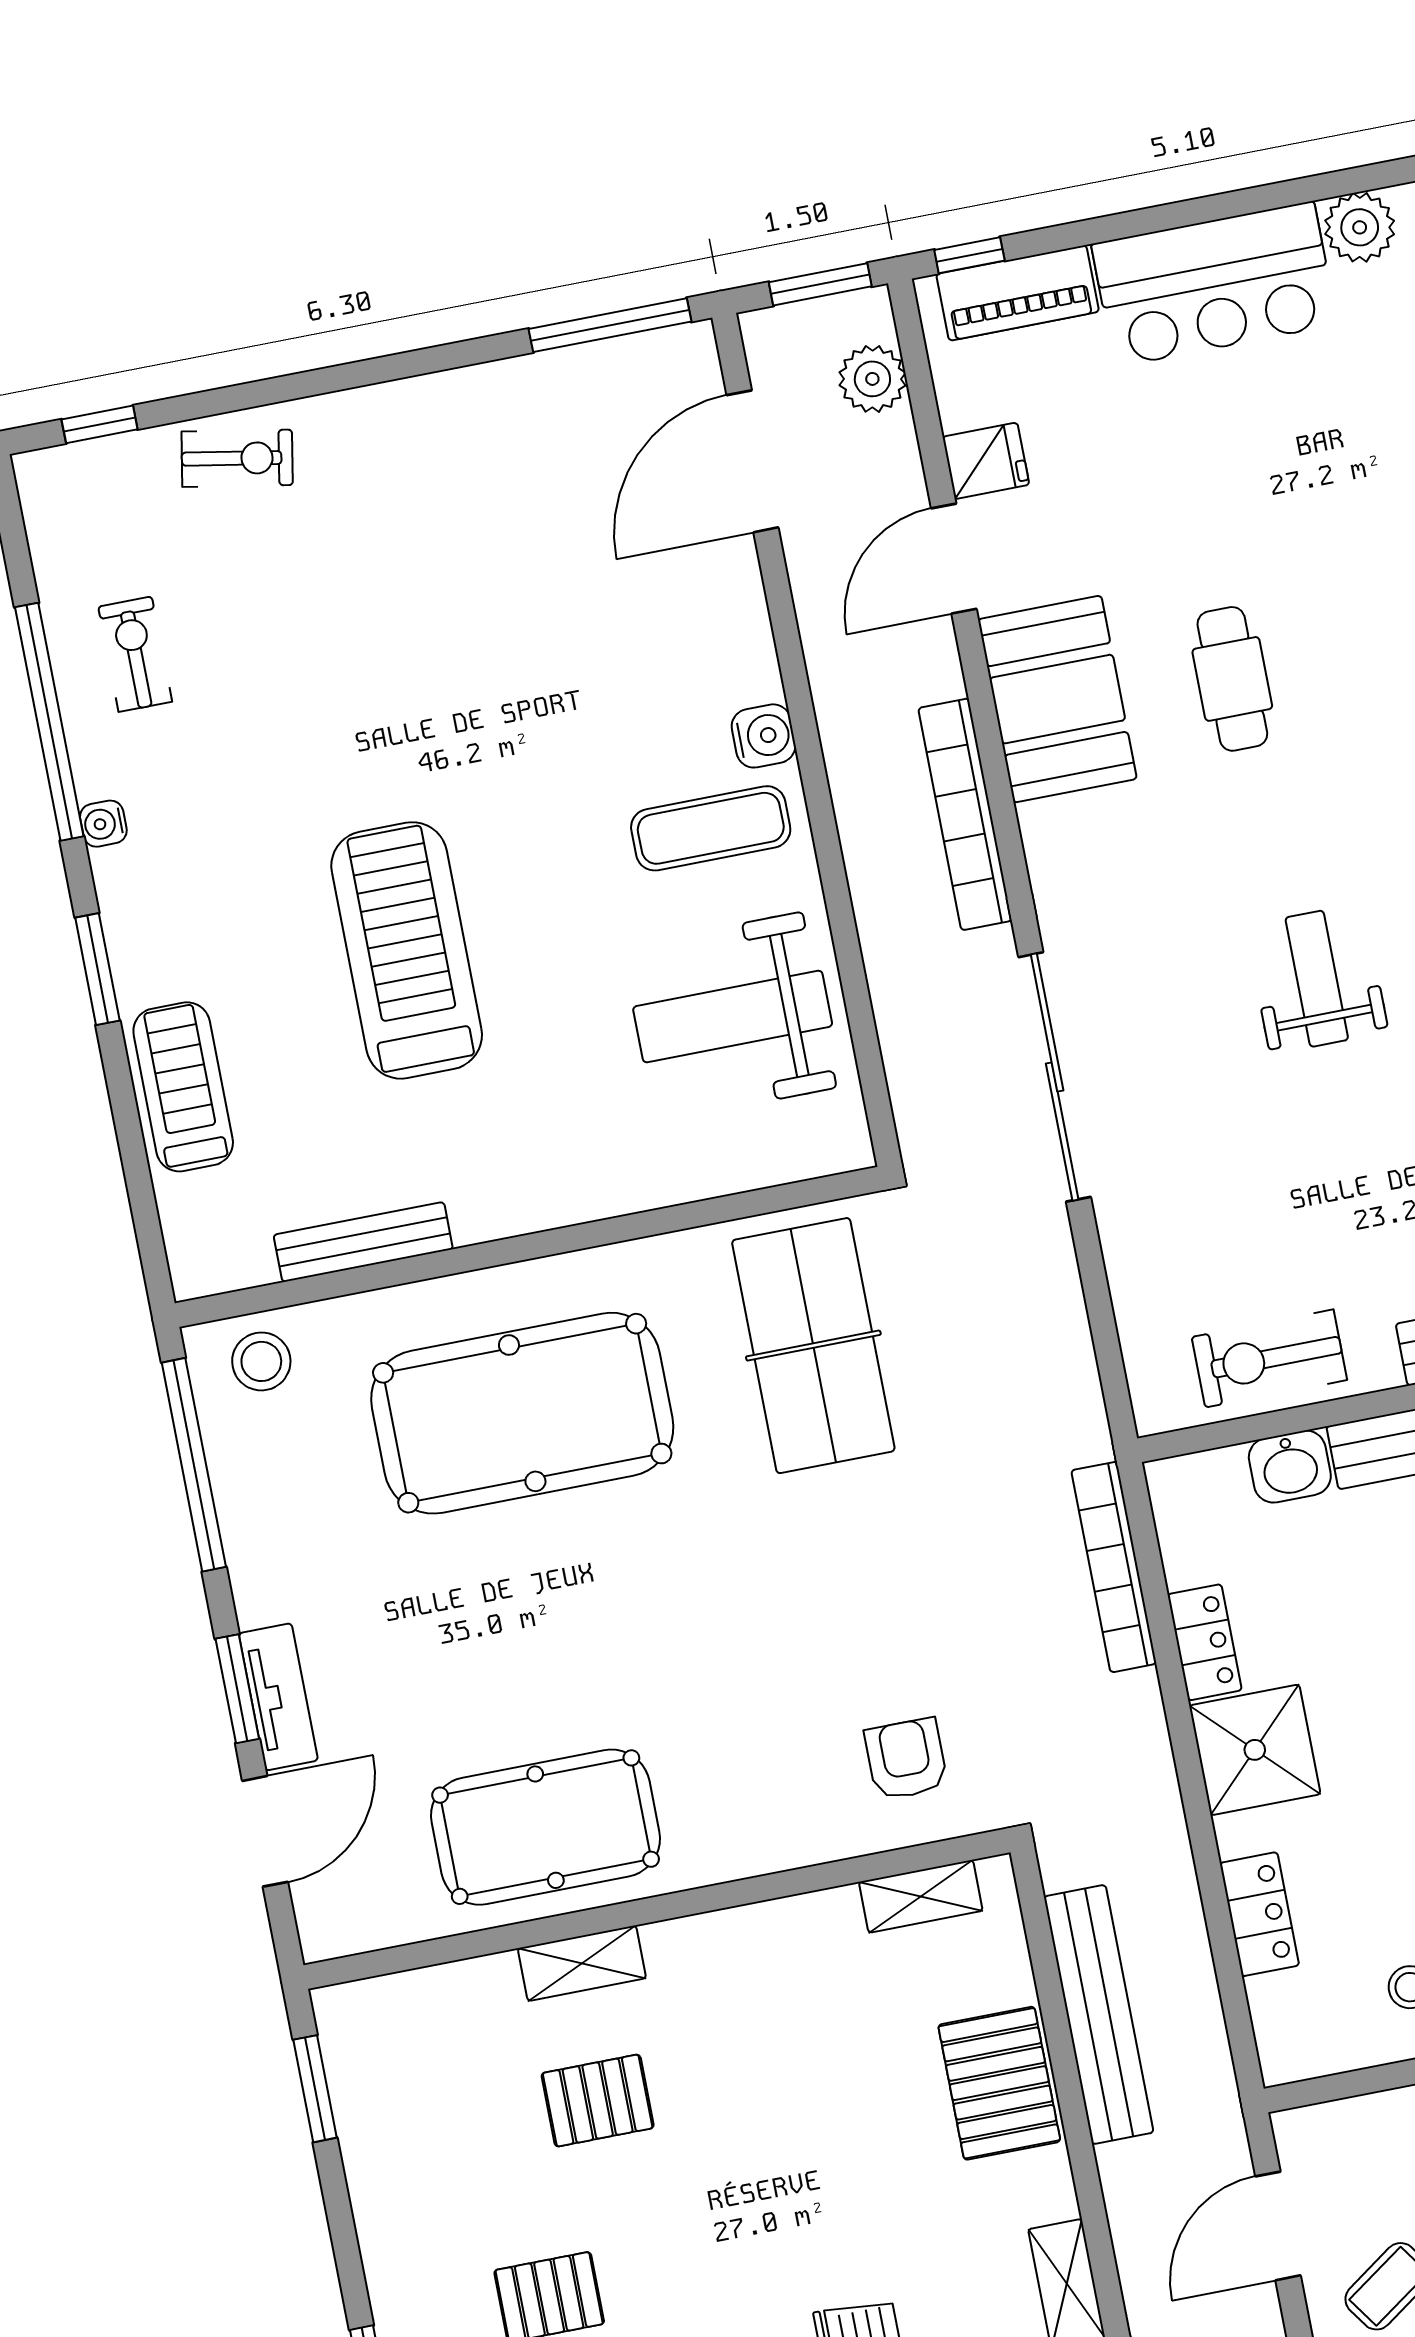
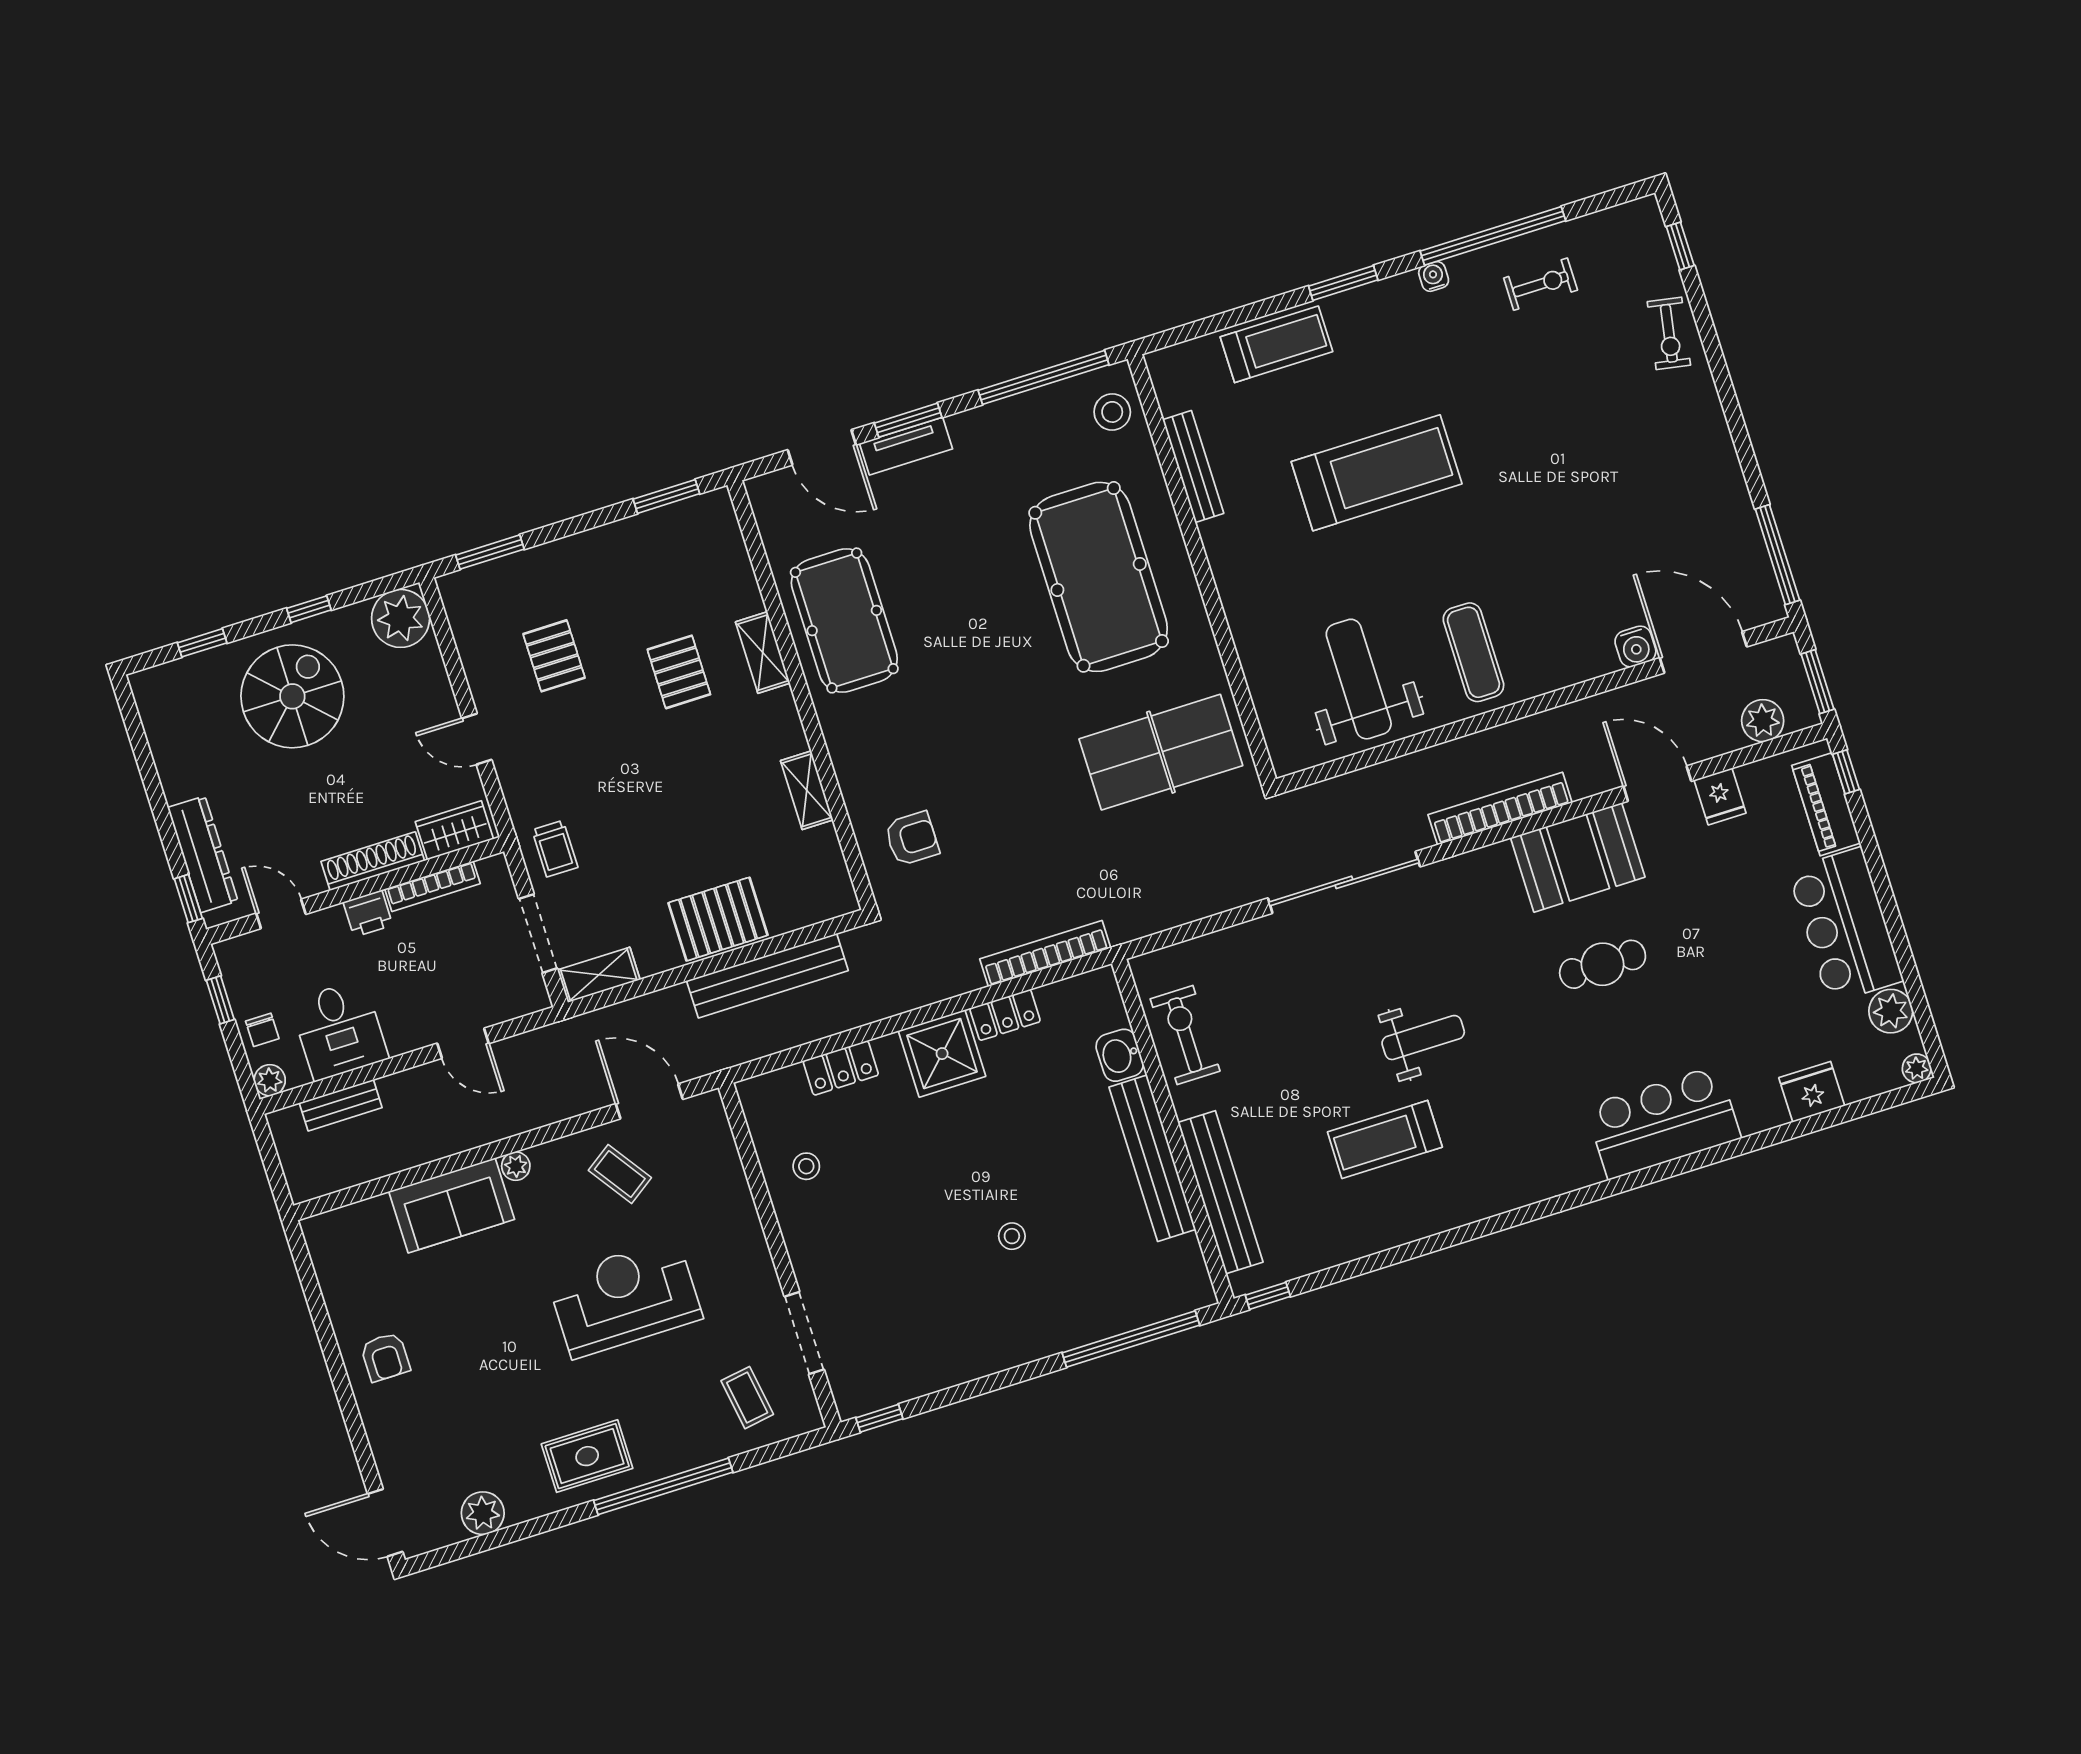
water cooler: (764, 736) -> (1635, 647), moved
shelving: (921, 1896) -> (807, 790), moved

